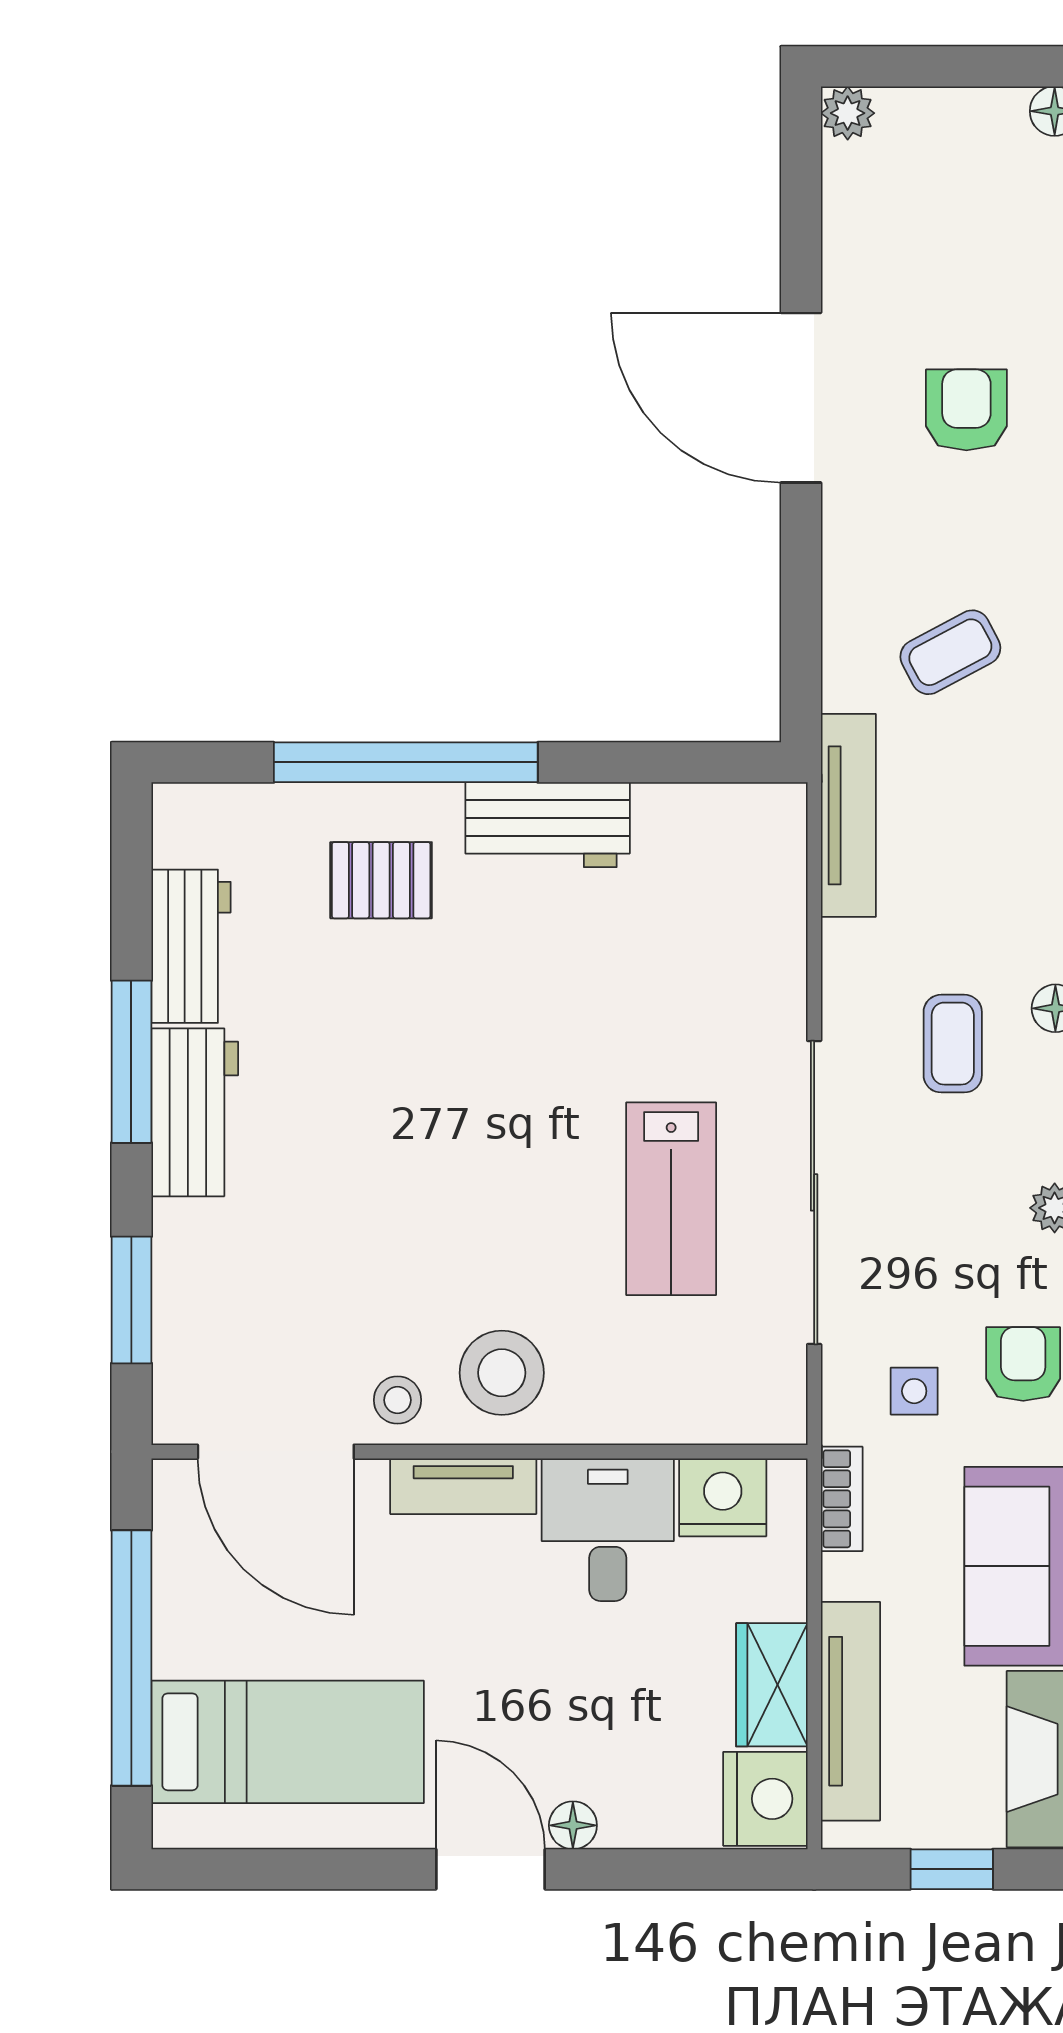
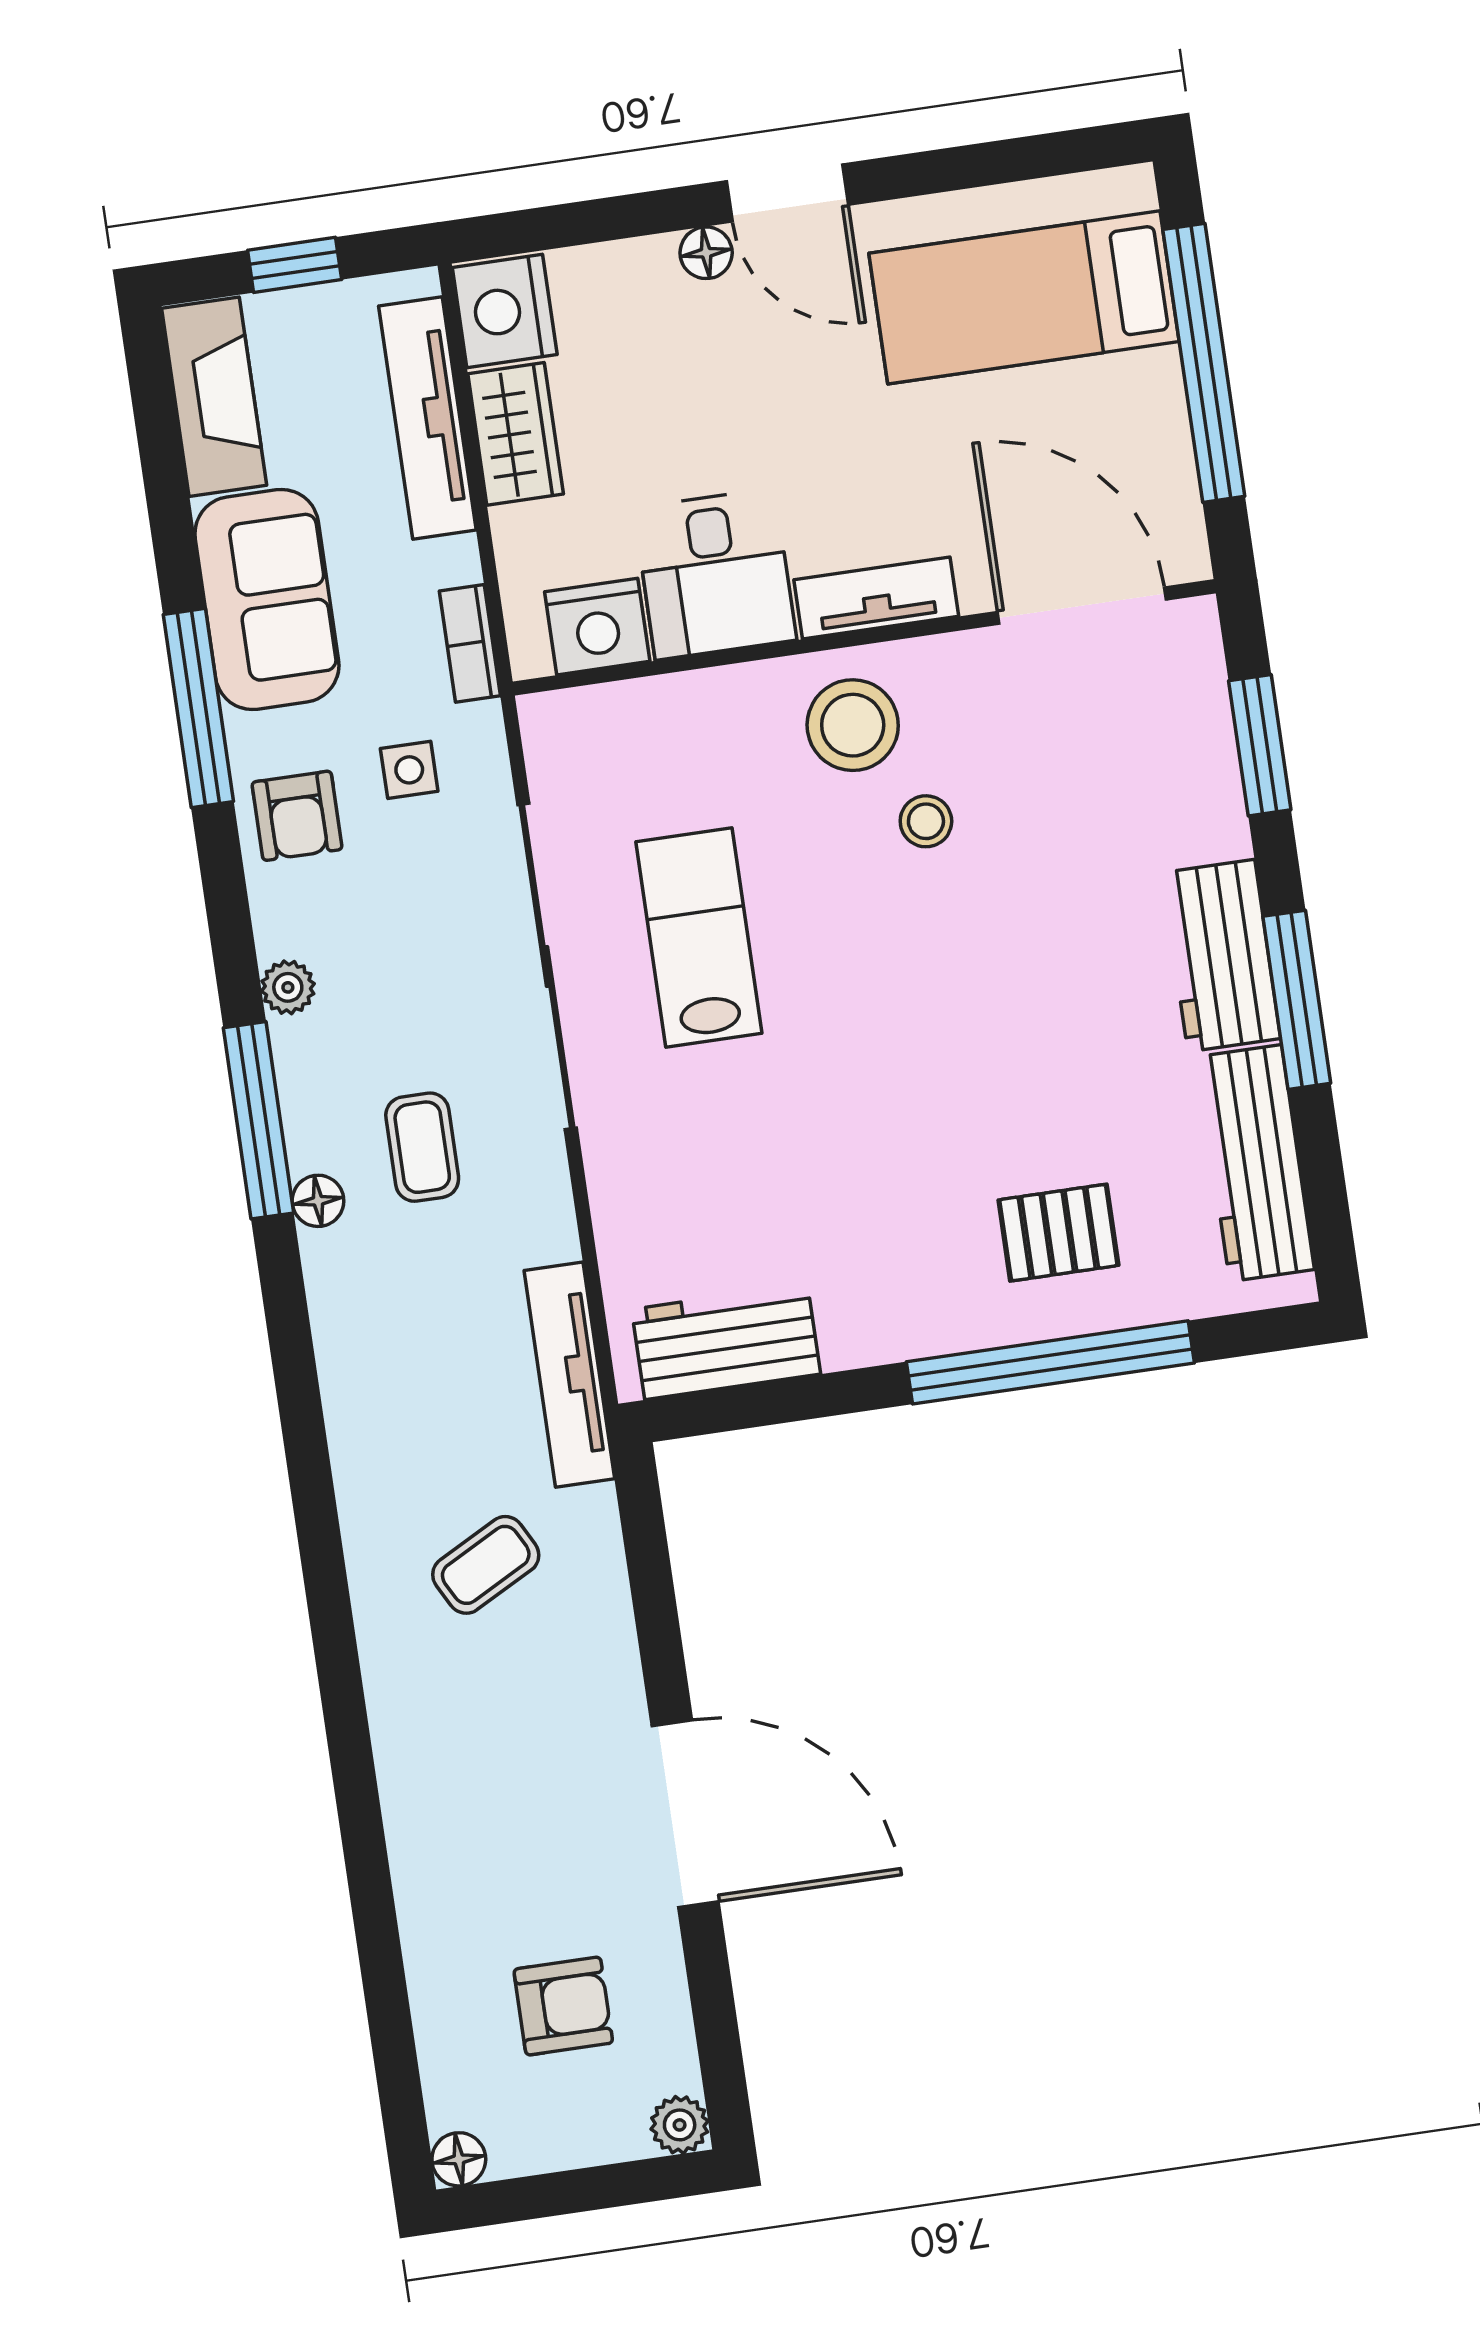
armchair: (966, 410) -> (563, 2006), moved, turned -90
workbench: (548, 825) -> (726, 1342), moved
workbench: (191, 946) -> (1256, 1163), width x1.37
stool: (398, 1400) -> (926, 821), moved

